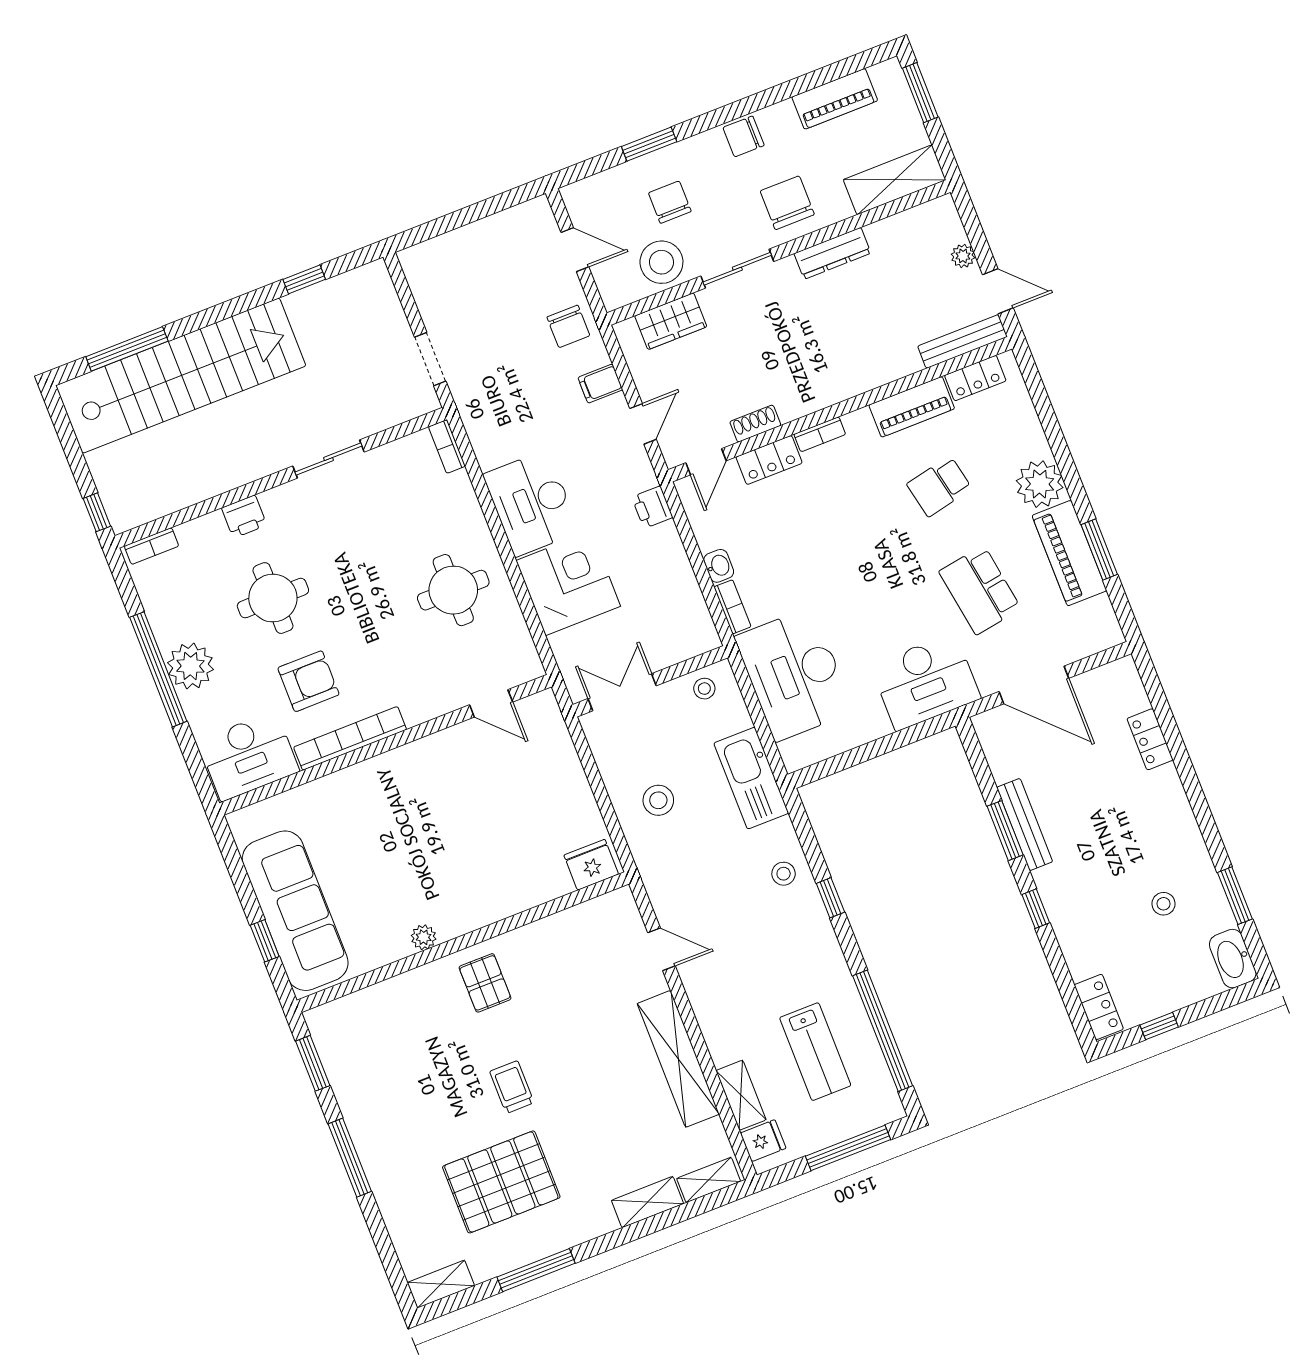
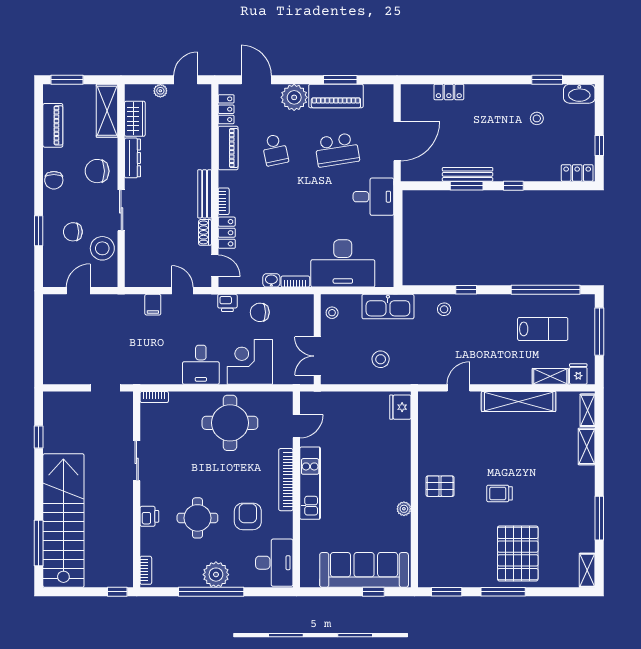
wardrobe: (671, 321) -> (135, 119), moved
chair: (568, 326) -> (260, 312), moved, turned 180
bench: (962, 341) -> (205, 194), moved
door: (1044, 409) -> (256, 80), added
desk: (531, 503) -> (201, 365), width x0.73
round table: (453, 590) -> (230, 423), width x1.36, depth x1.36
desk: (926, 682) -> (373, 197), width x0.73
bookcase: (350, 738) -> (286, 480), moved
kitchen unit: (405, 764) -> (310, 483), added
pallet: (501, 1182) -> (518, 553), moved

